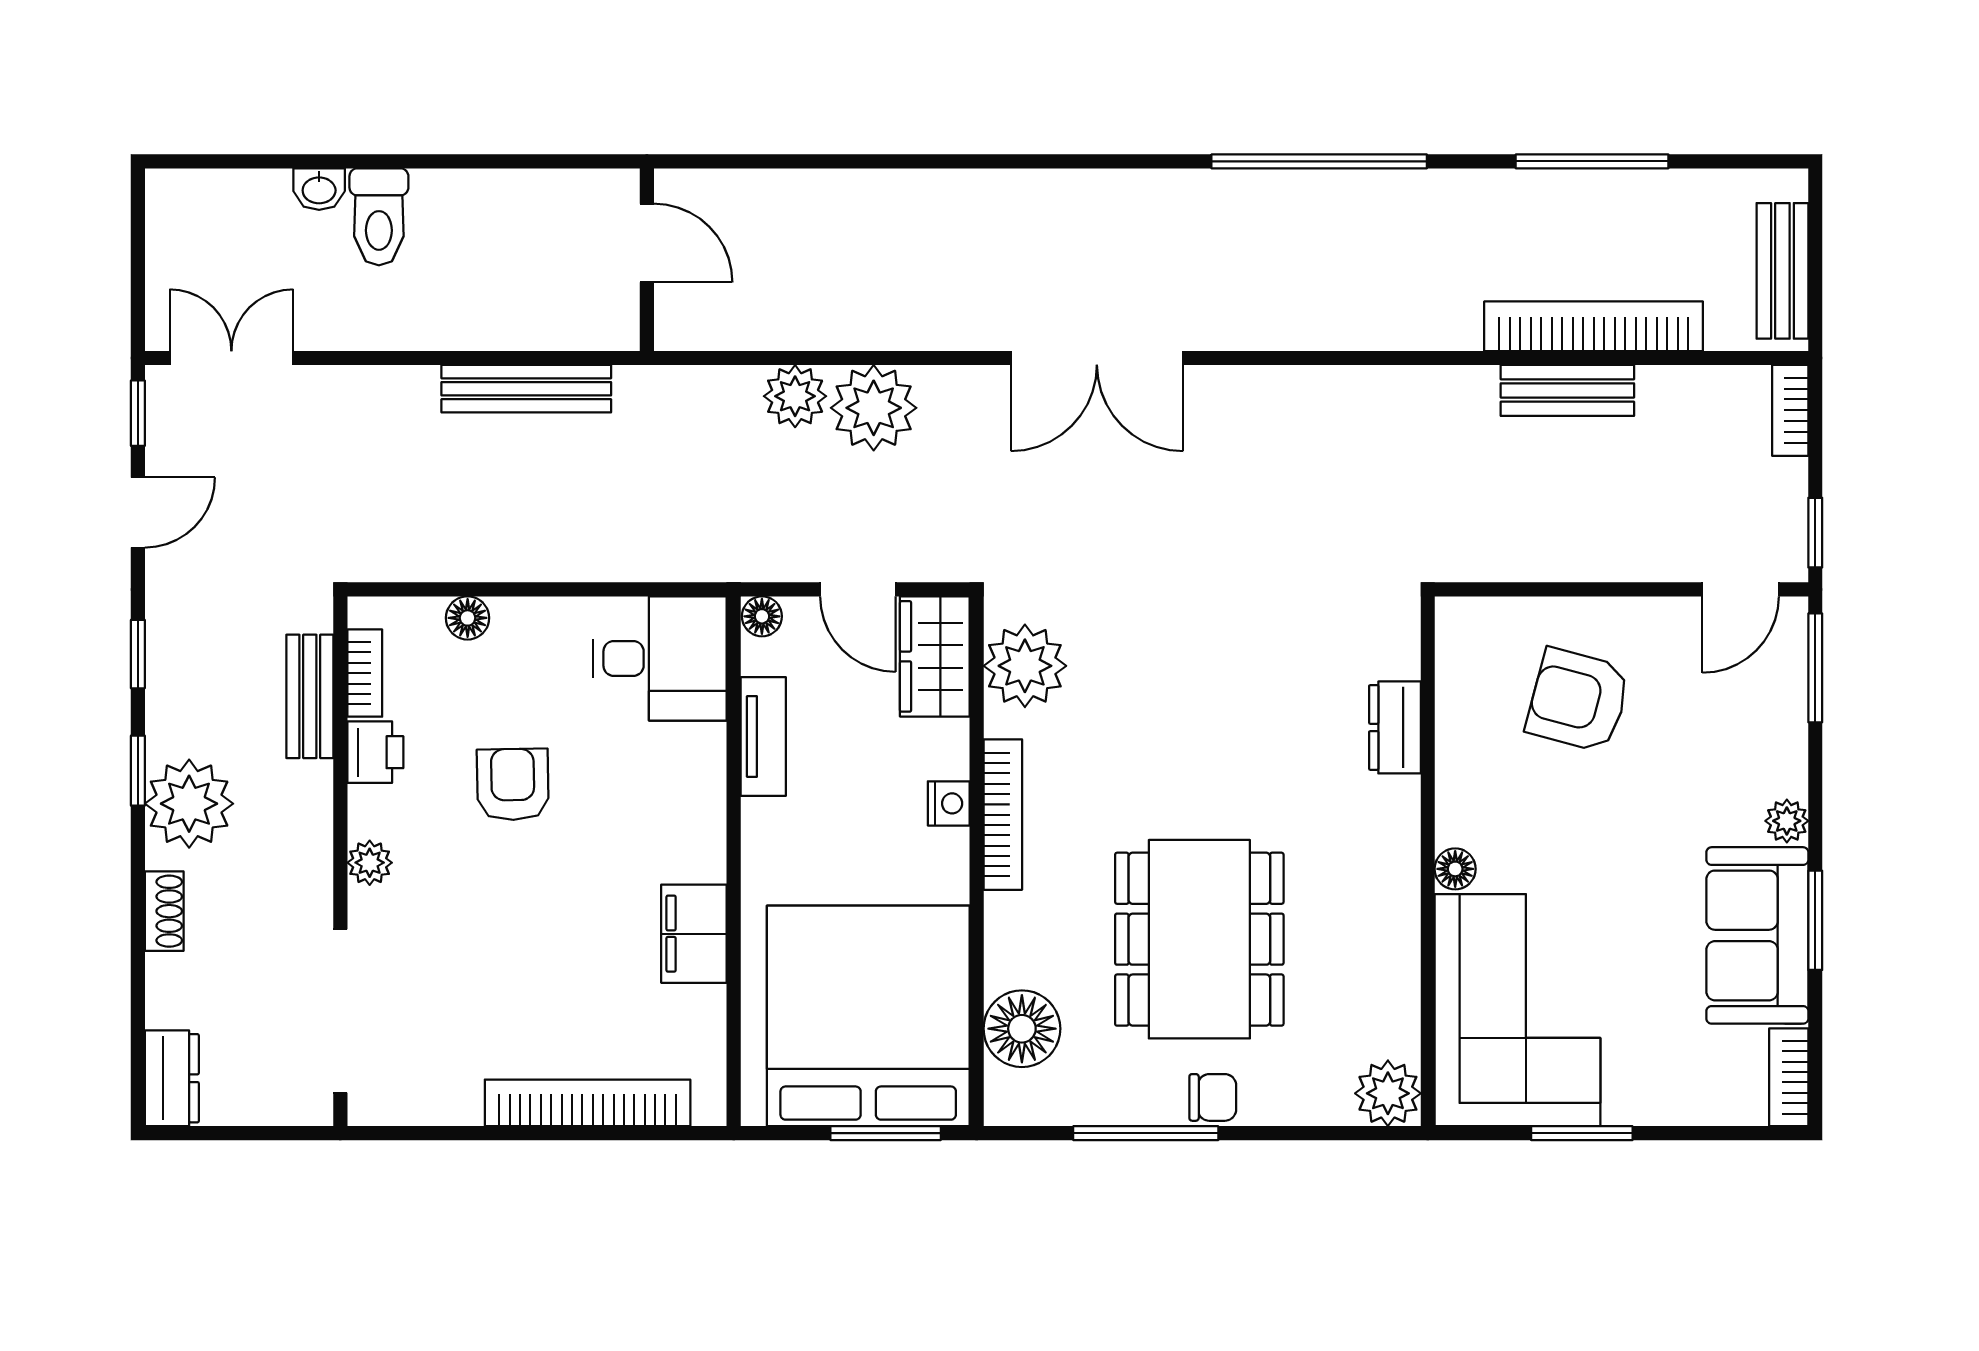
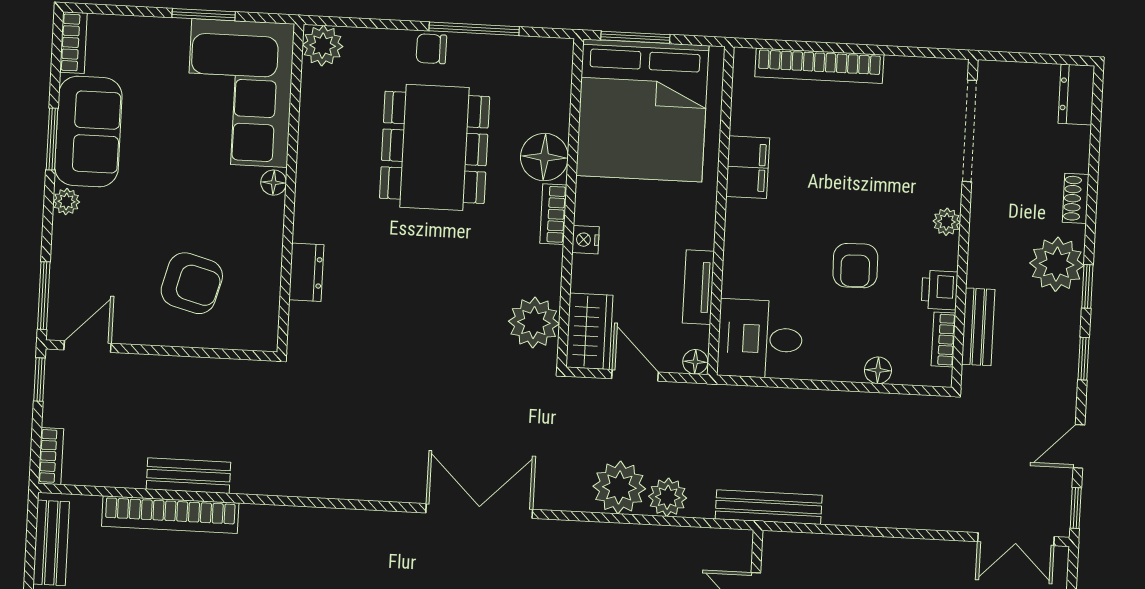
bench: (526, 389) -> (769, 507), moved
bookcase: (1003, 815) -> (553, 214), width x0.64
floor lamp: (1022, 1029) -> (544, 157), moved

